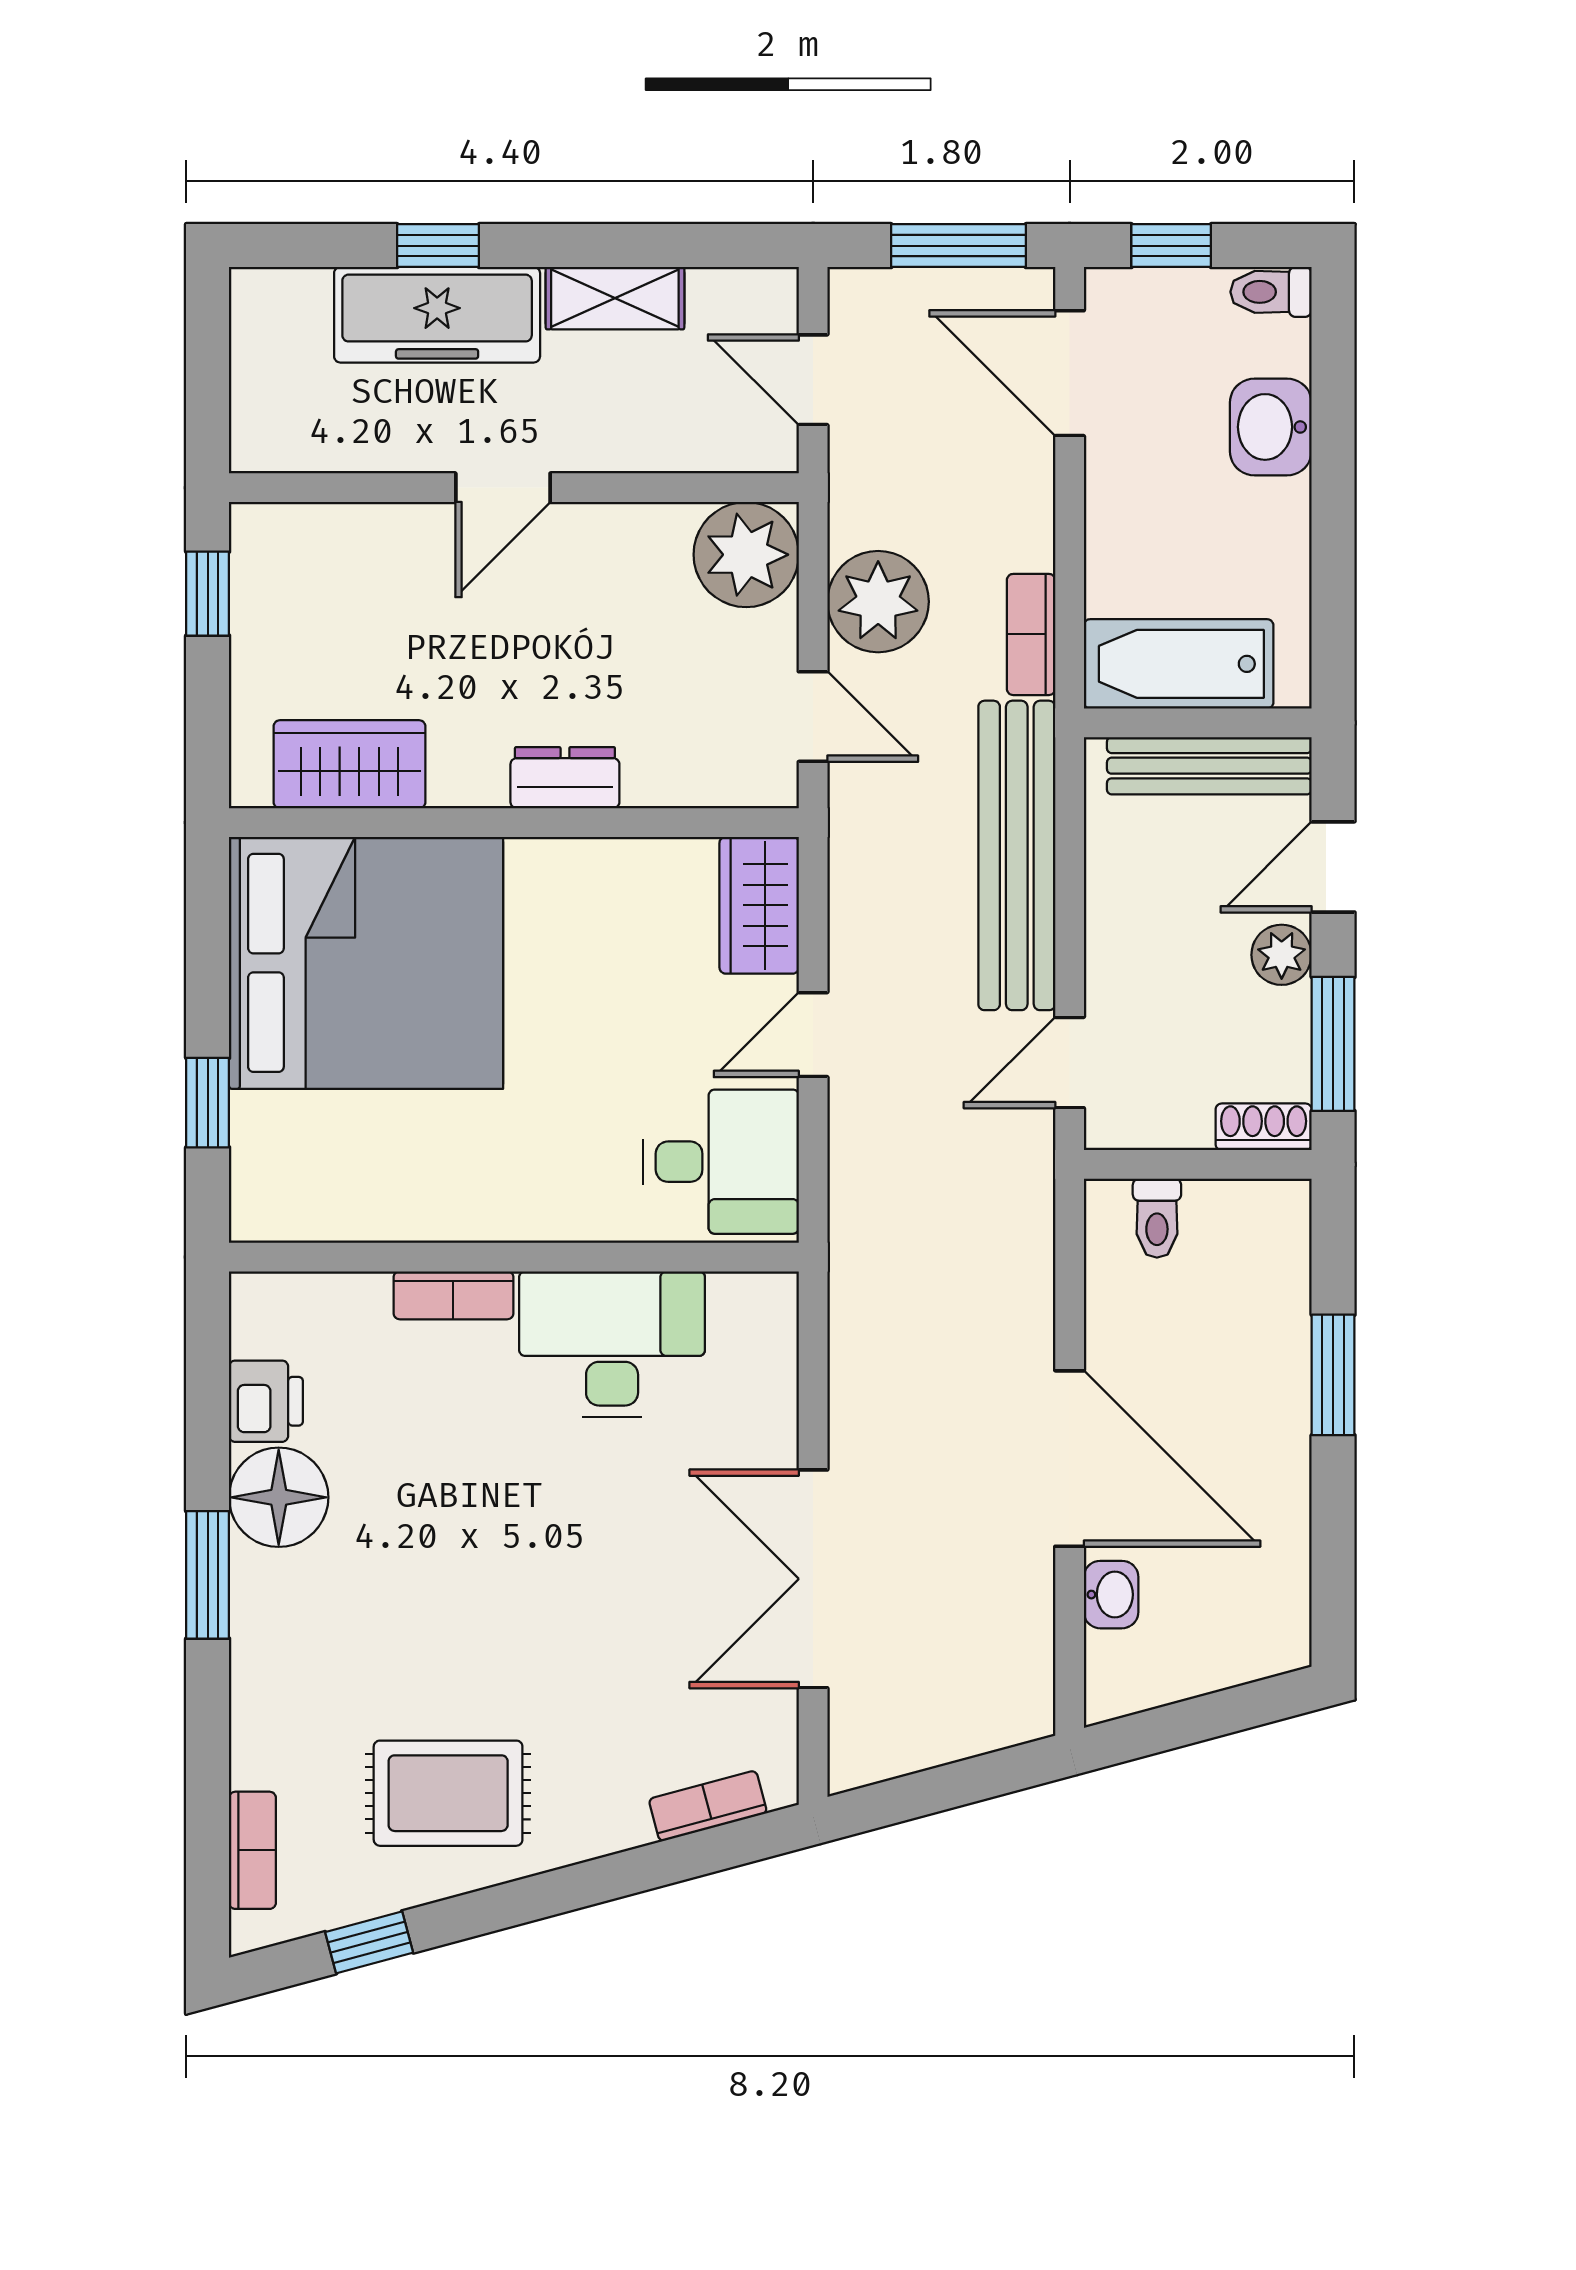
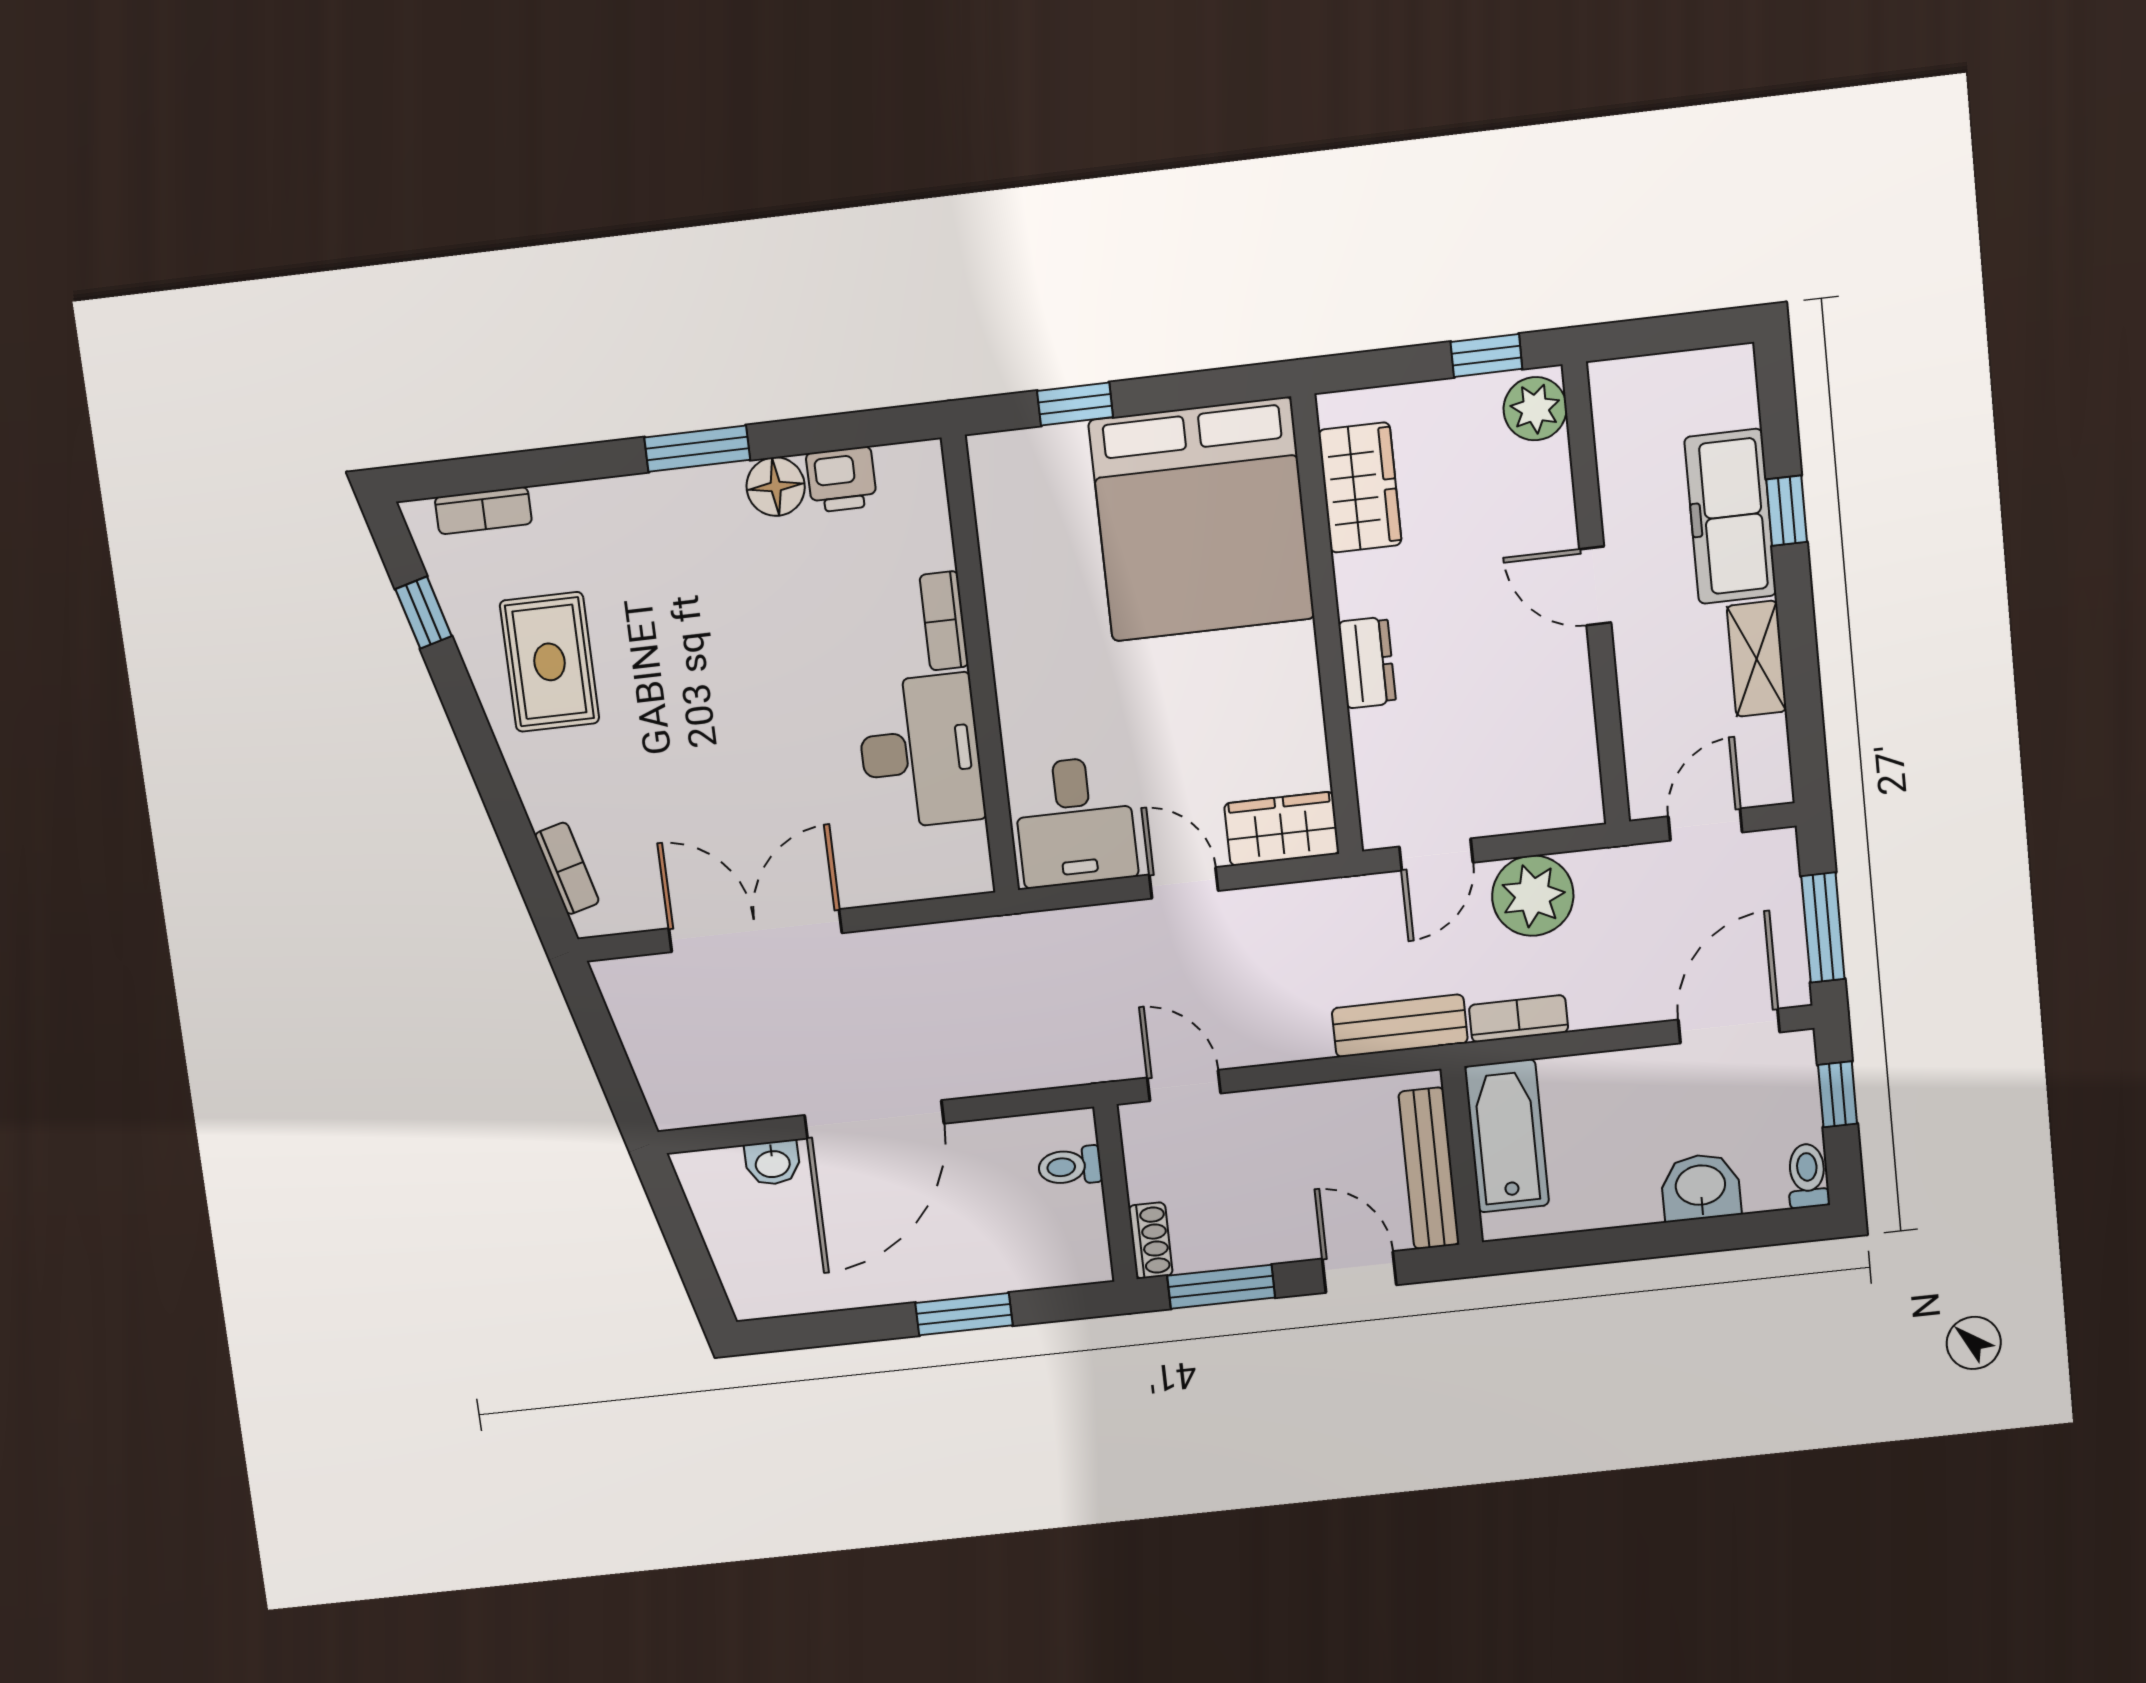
plant: (746, 555) -> (1535, 409), moved, width x0.73, depth x0.73
bench: (1017, 855) -> (1400, 1026), width x0.54, depth x0.82
plant: (1282, 955) -> (1286, 1240), removed
floor lamp: (279, 1497) -> (776, 487), width x0.73, depth x0.73

